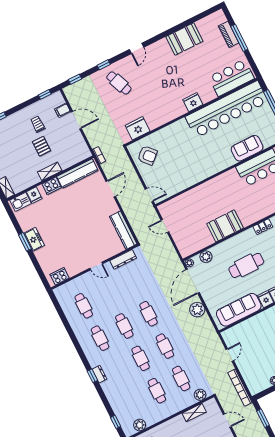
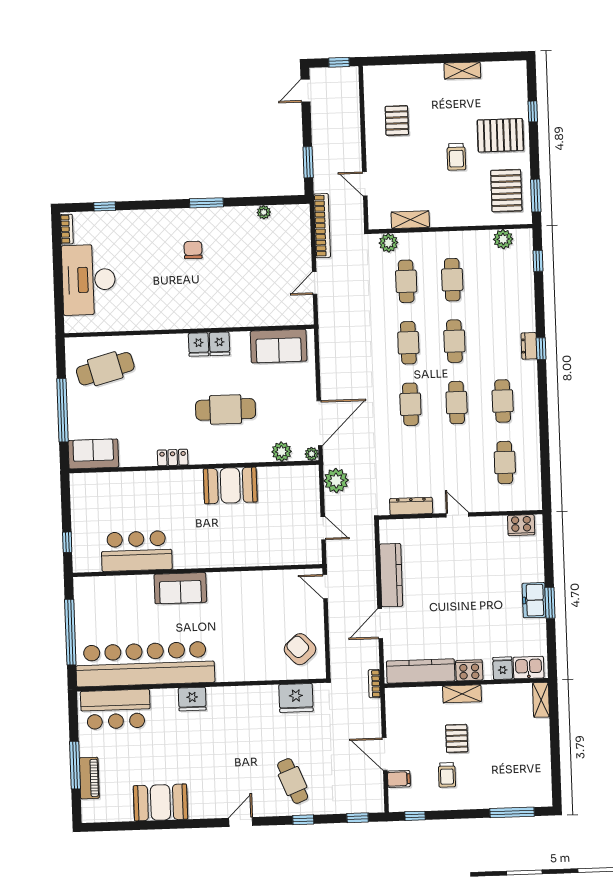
sofa: (247, 148) -> (180, 588), moved
kitchen counter: (123, 230) -> (391, 575), moved
plant: (197, 310) -> (336, 481), moved
sofa: (239, 310) -> (279, 346), width x0.73

